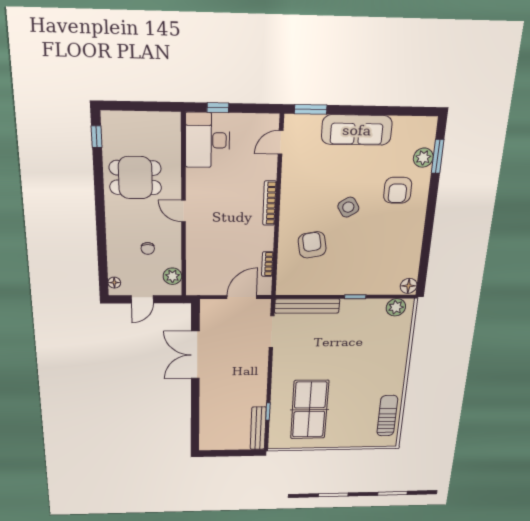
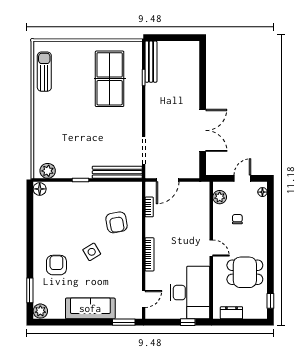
dresser: (154, 120) -> (231, 313), added
desk: (208, 140) -> (190, 293), width x1.36, depth x1.30
plant: (423, 158) -> (40, 311), moved
sun lounger: (387, 416) -> (44, 72), turned 180

